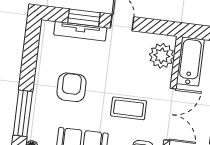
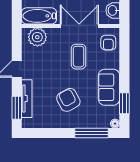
window: (84, 18) -> (17, 108), moved
armchair: (71, 87) -> (68, 100), turned 62

